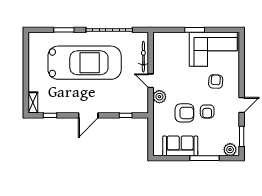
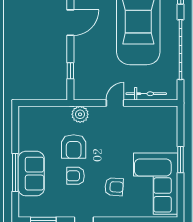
plant: (159, 97) -> (80, 114), moved
door: (88, 115) -> (70, 23), swing flipped
sofa: (180, 146) -> (31, 174), moved
plant: (230, 150) -> (26, 205), removed

